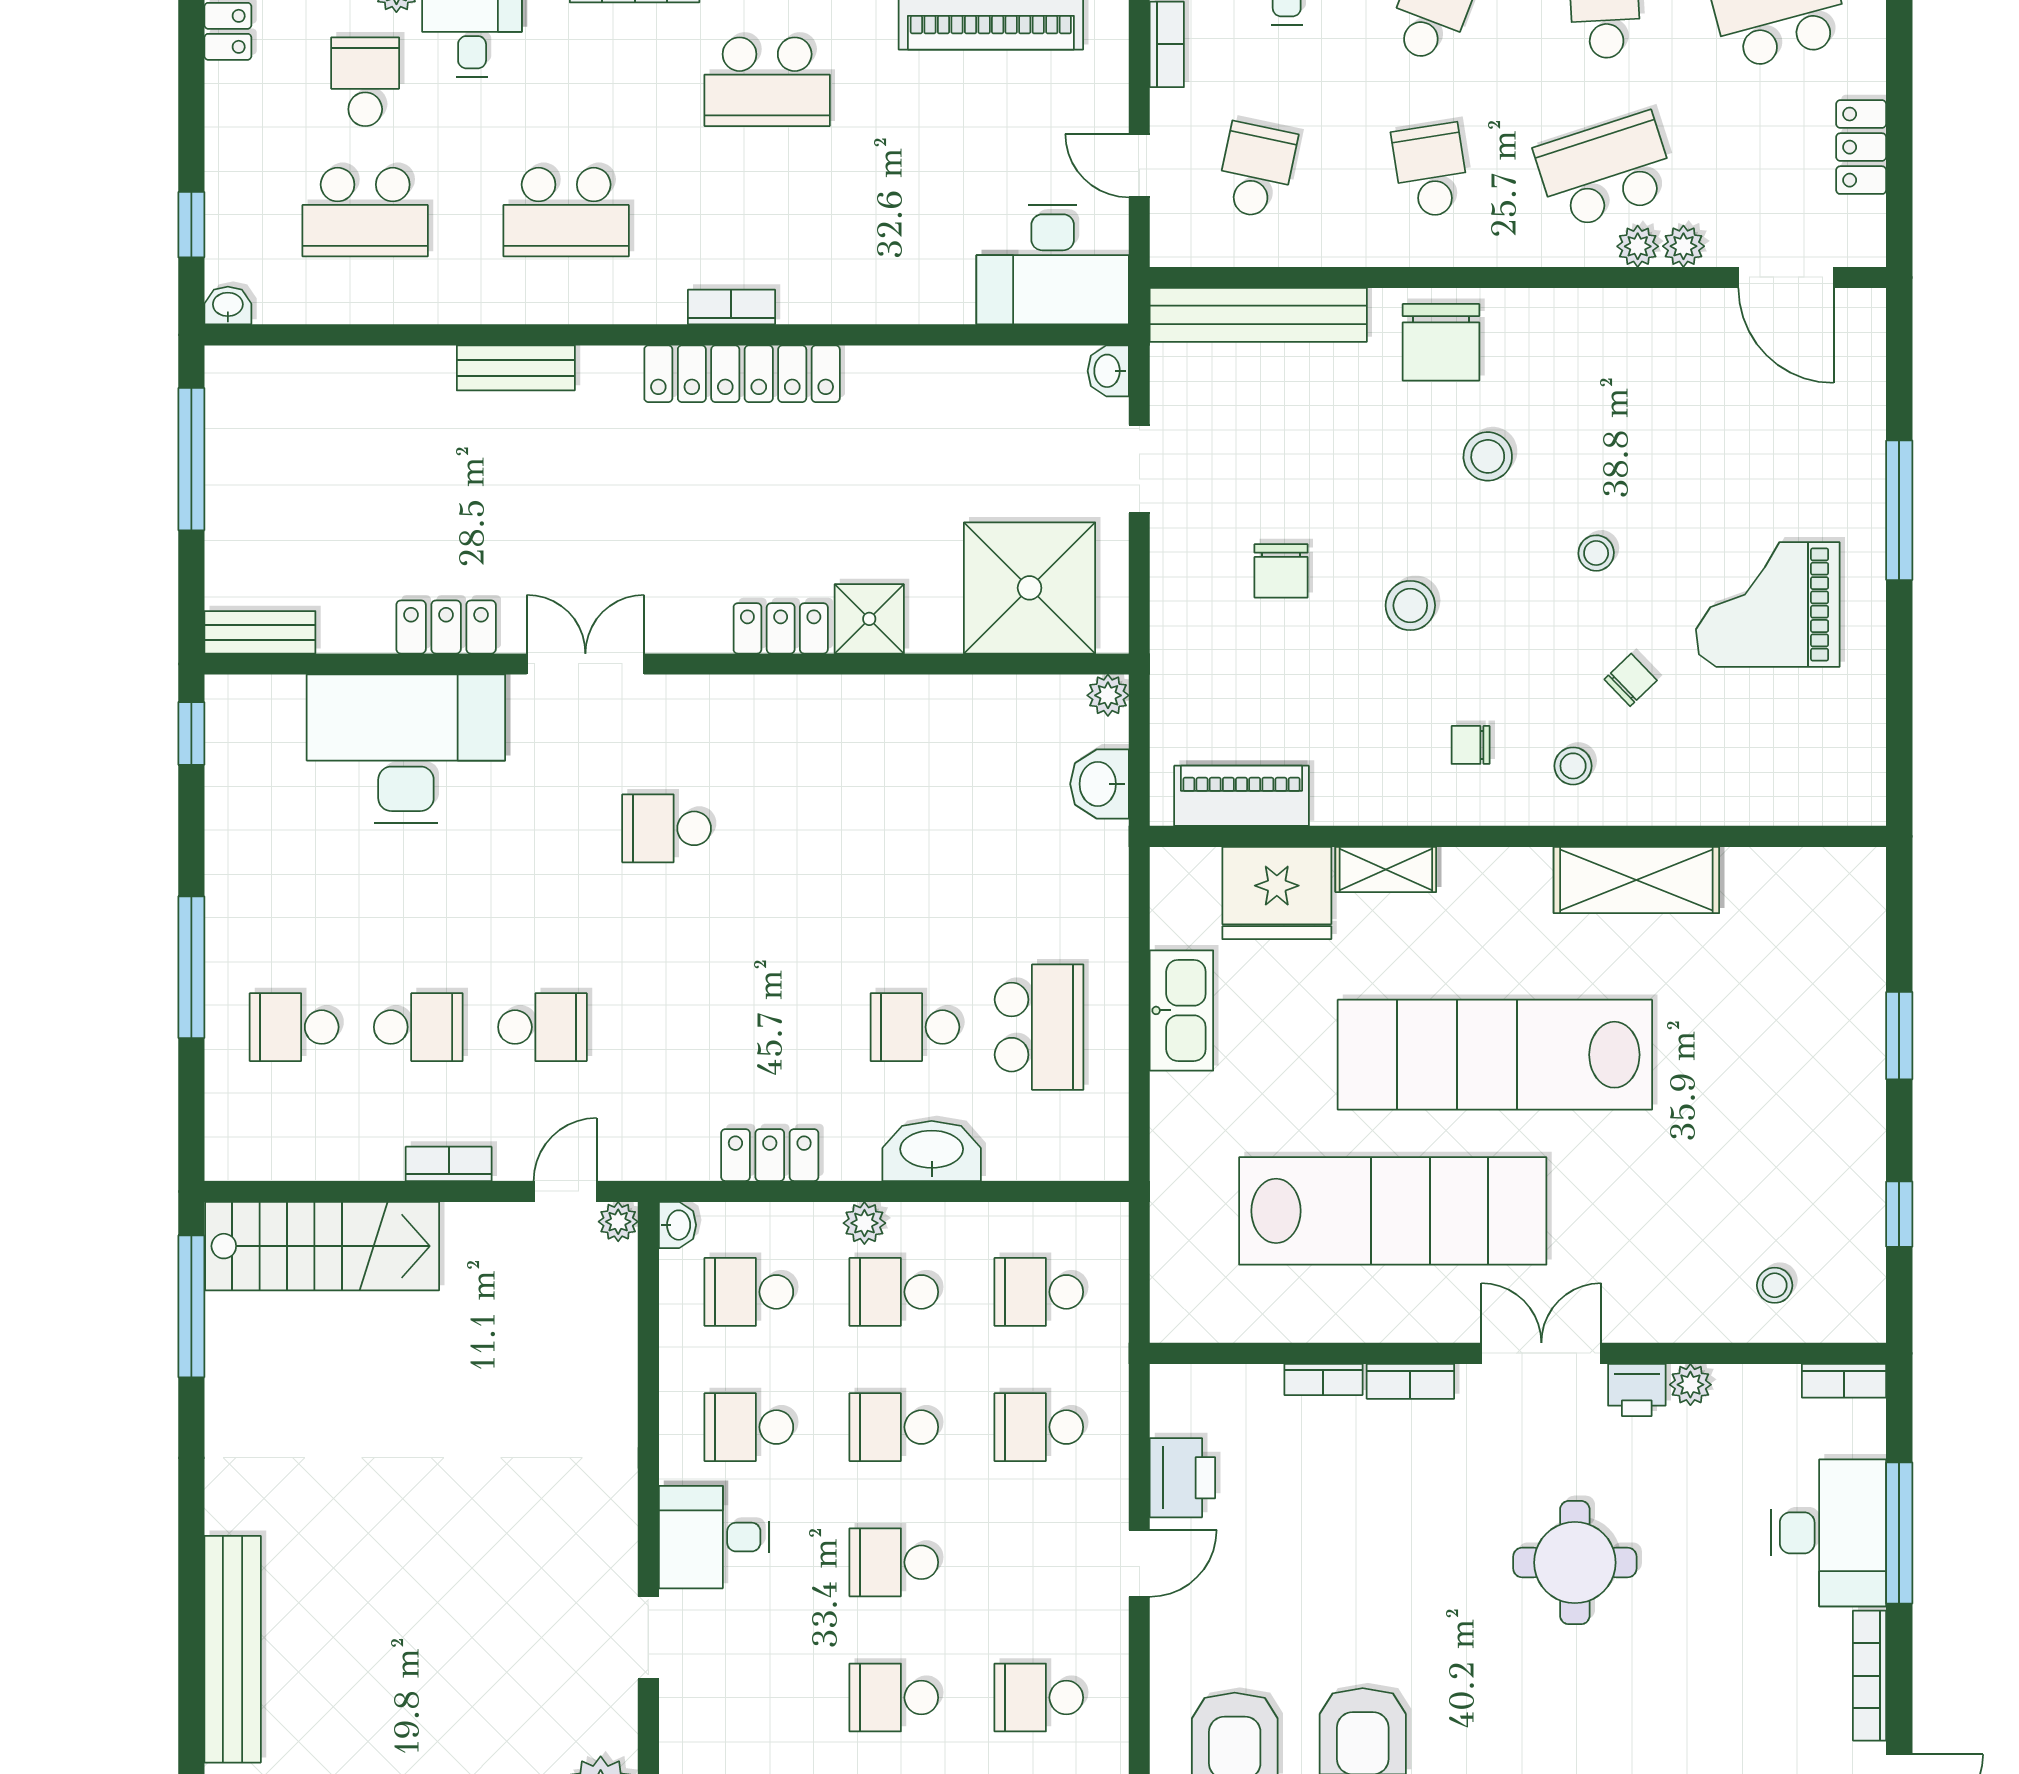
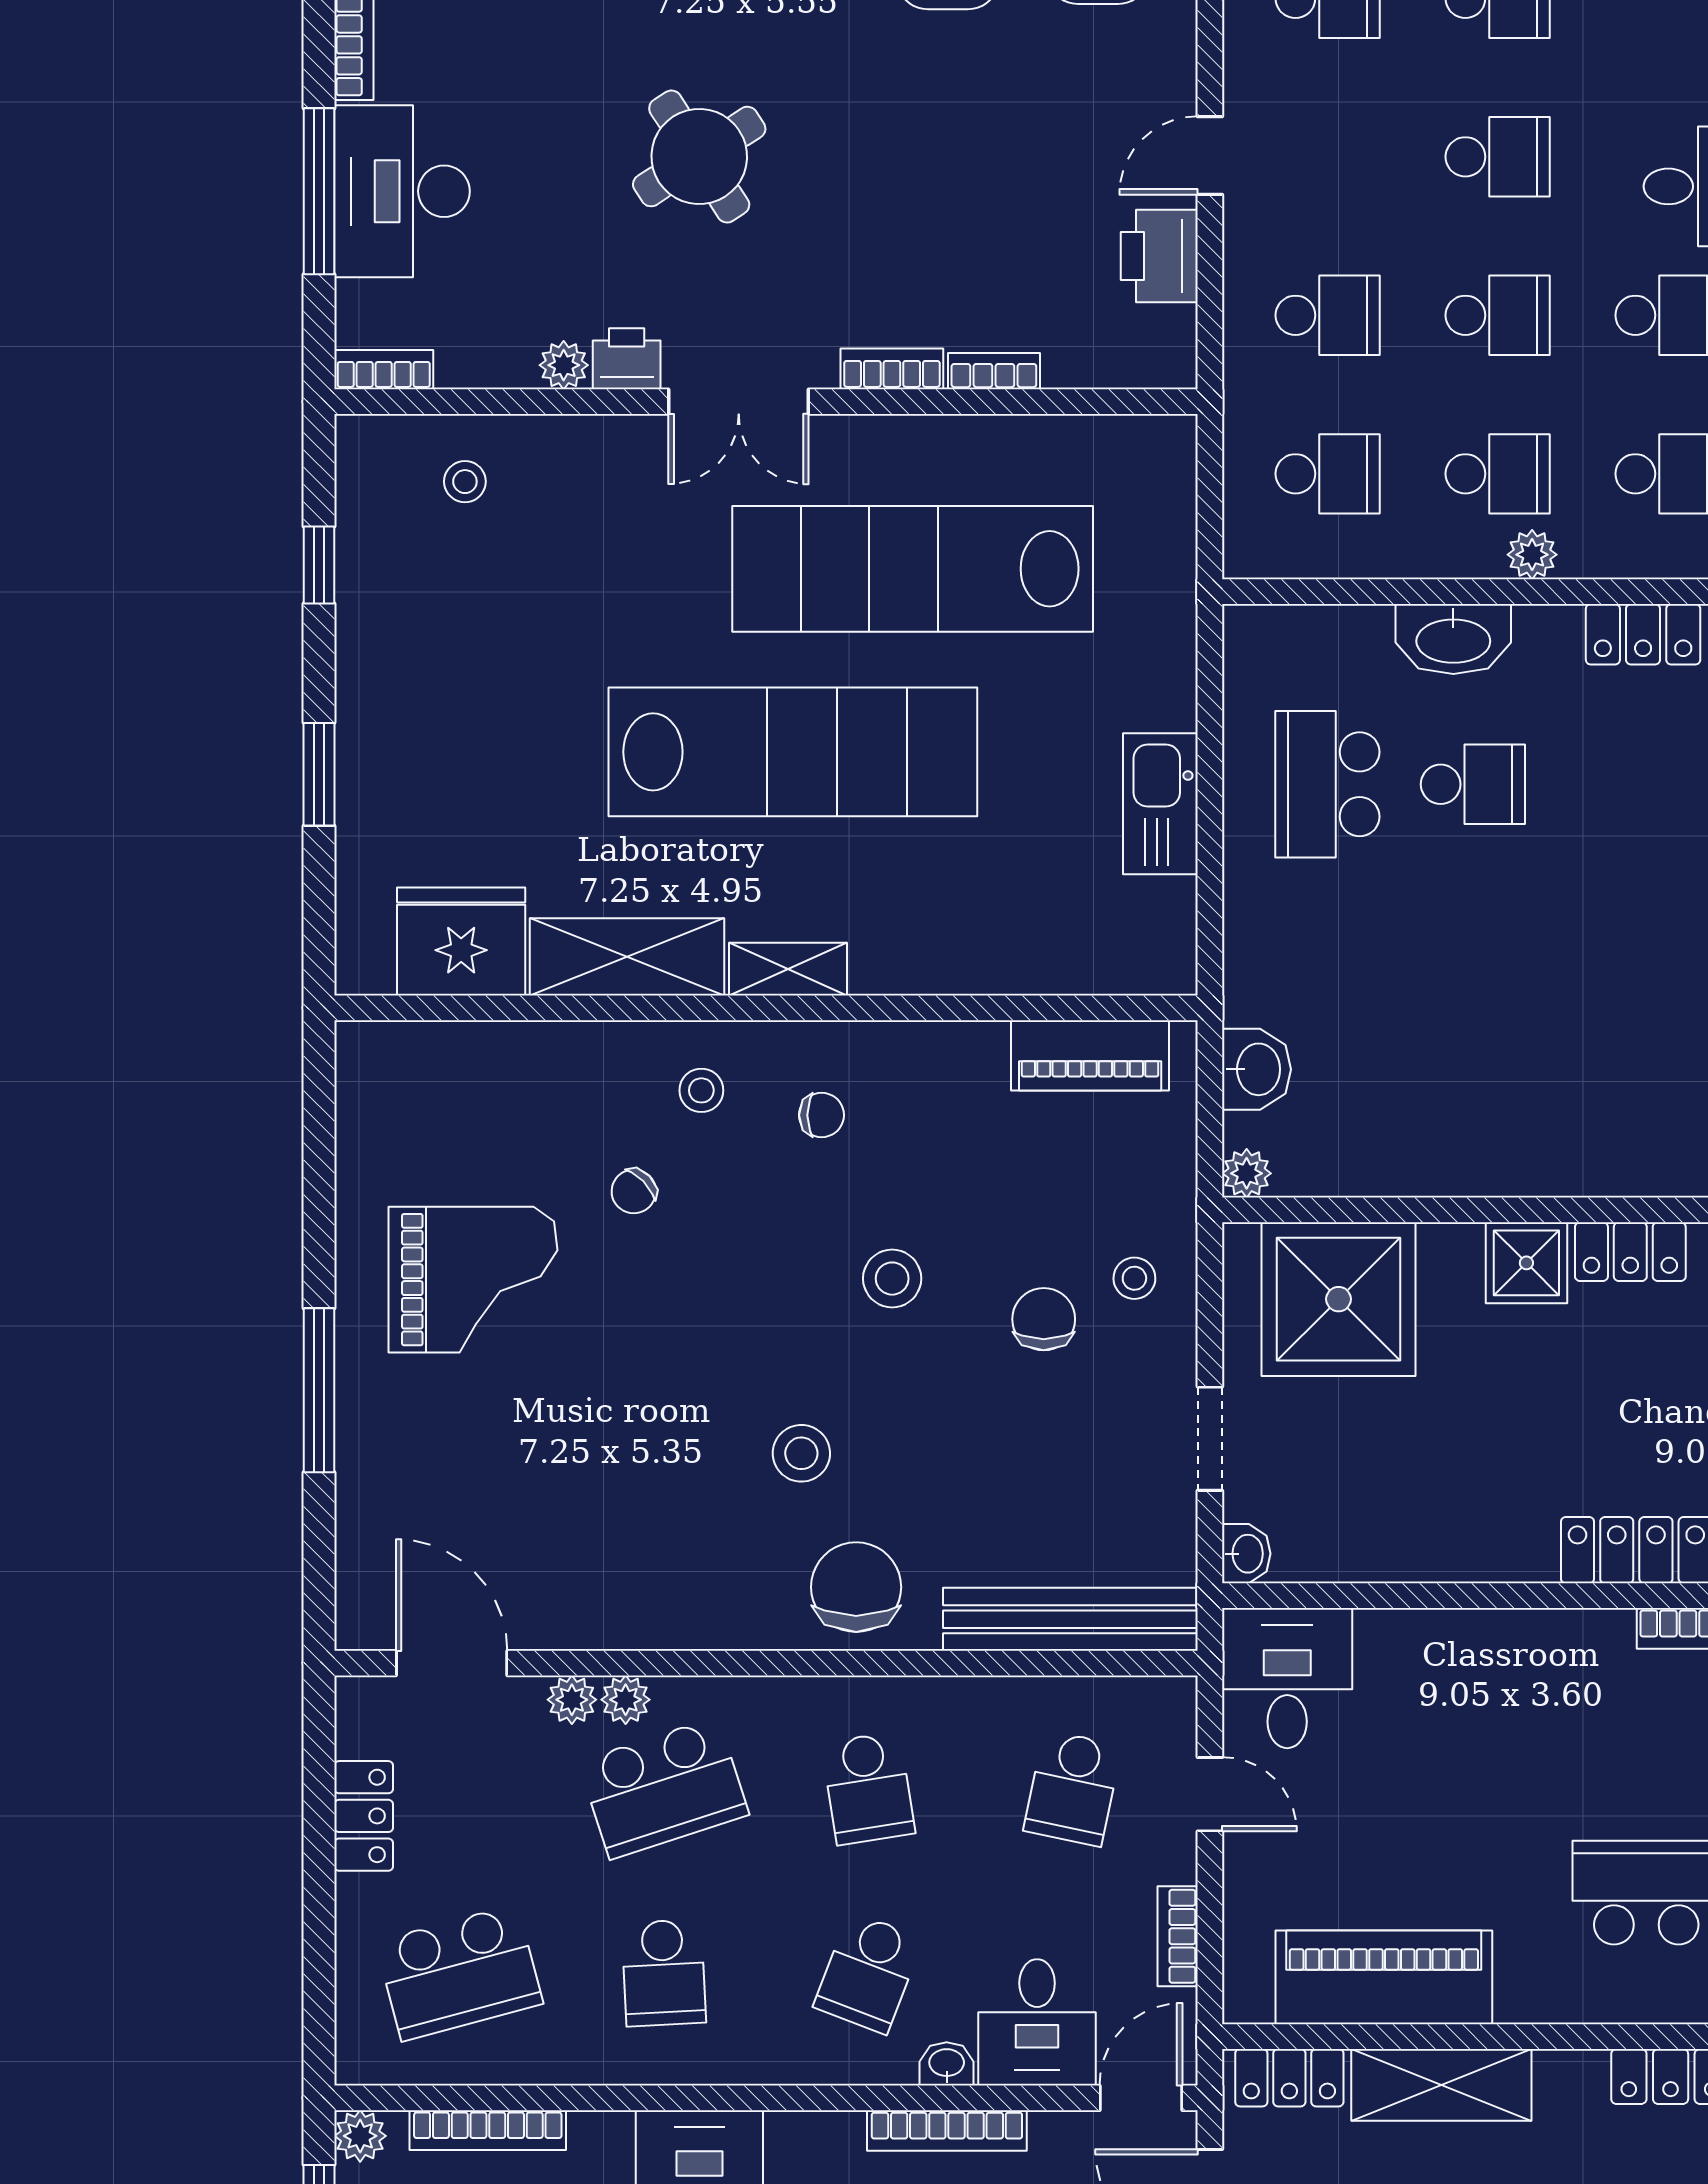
desk: (1053, 265) -> (1287, 1678), width x0.73
stool: (1596, 553) -> (1134, 1278), moved
shelving: (1386, 869) -> (788, 969), moved
fridge: (1277, 893) -> (461, 942), moved
round table: (1575, 1563) -> (699, 157), turned -33

